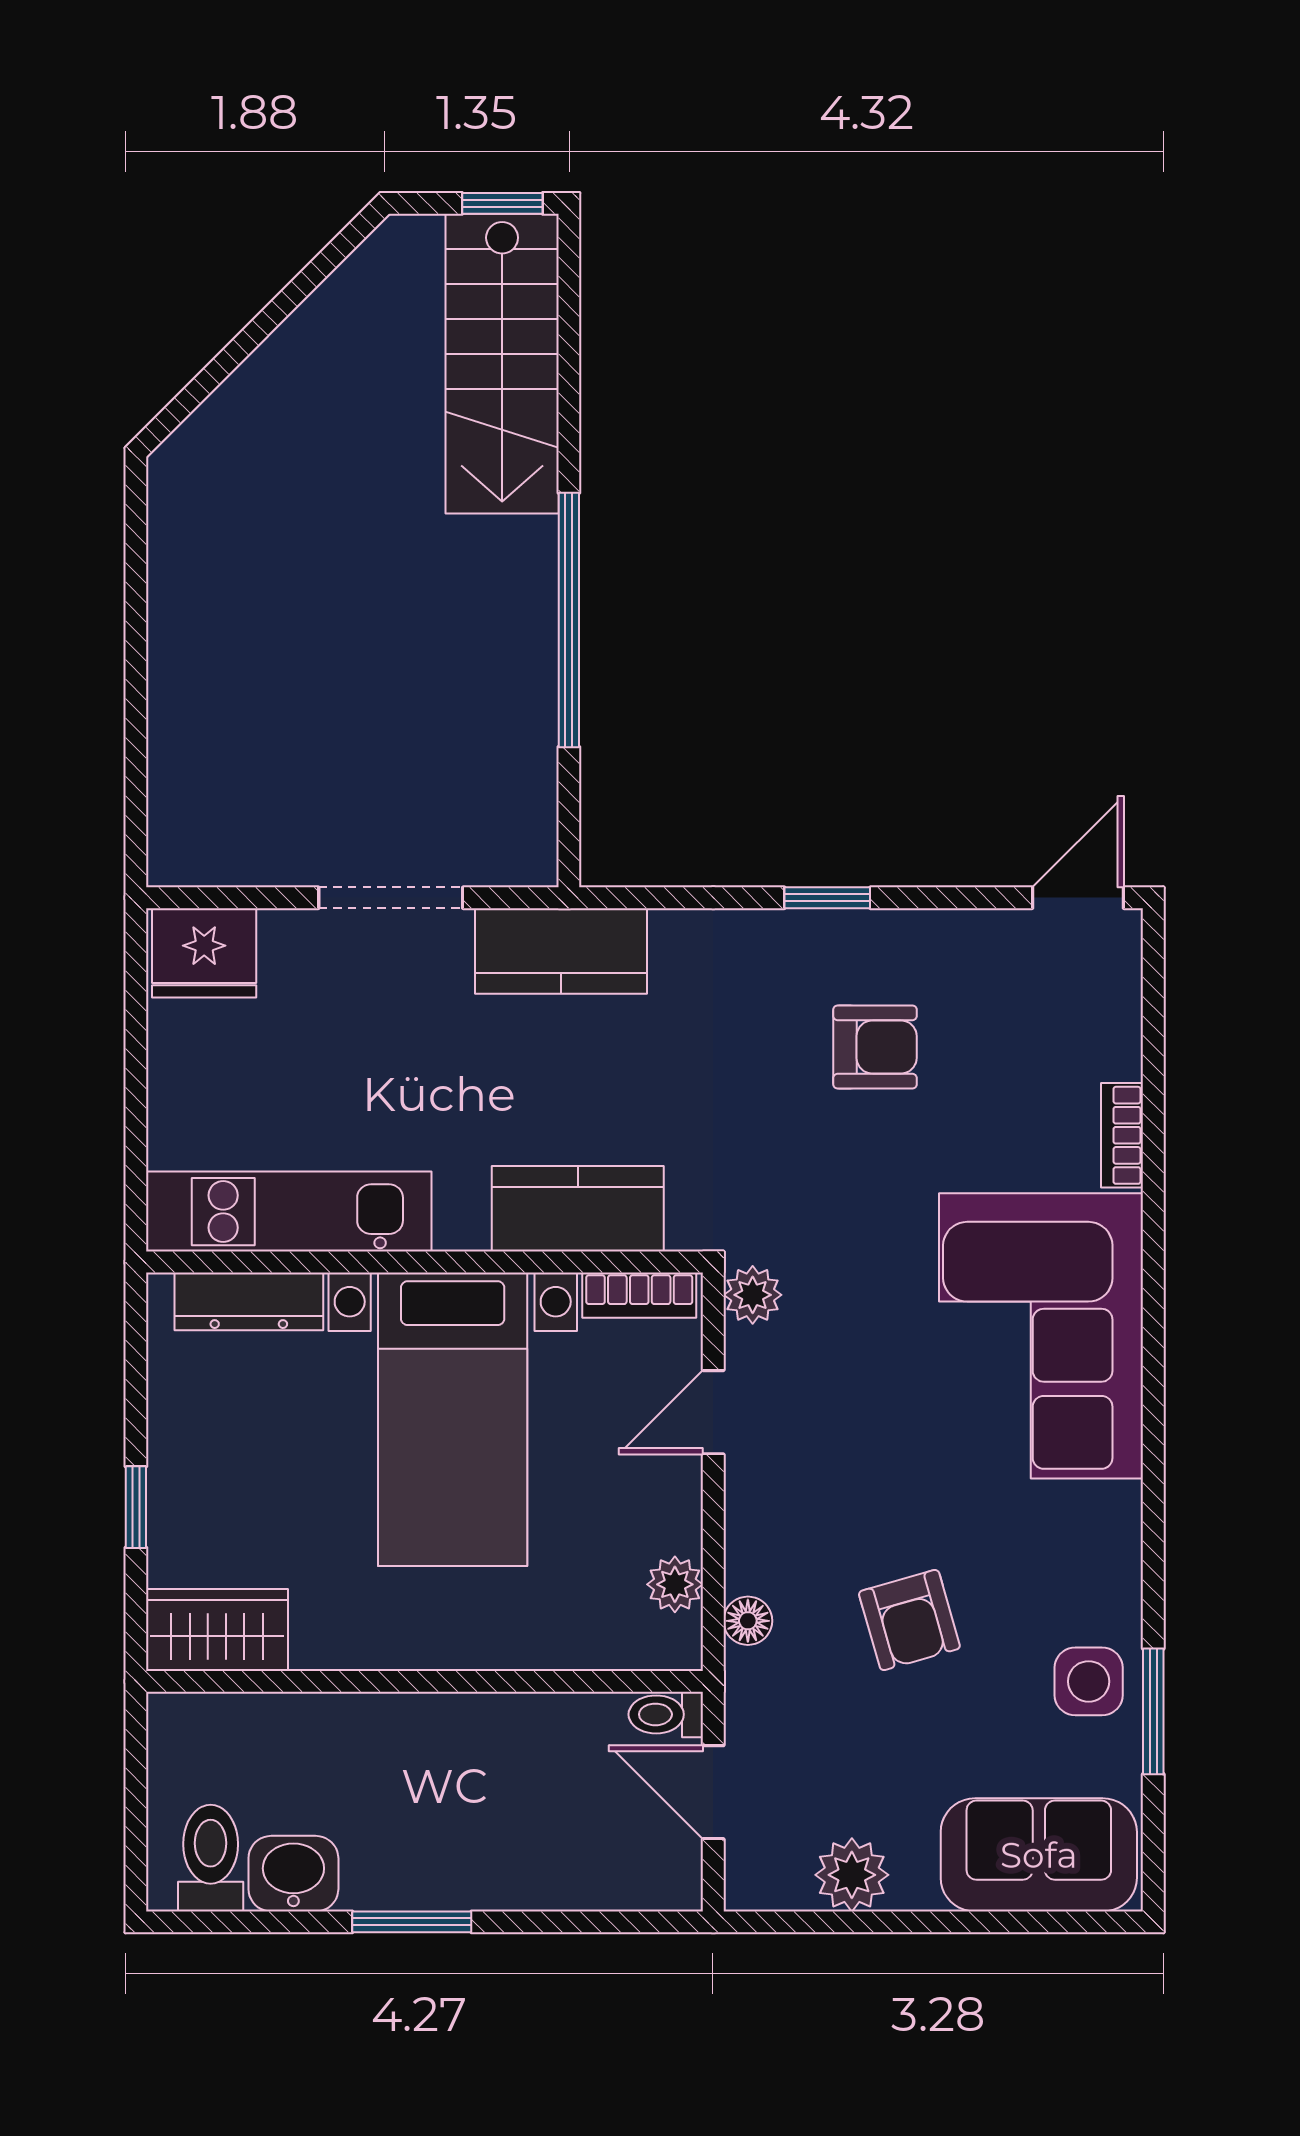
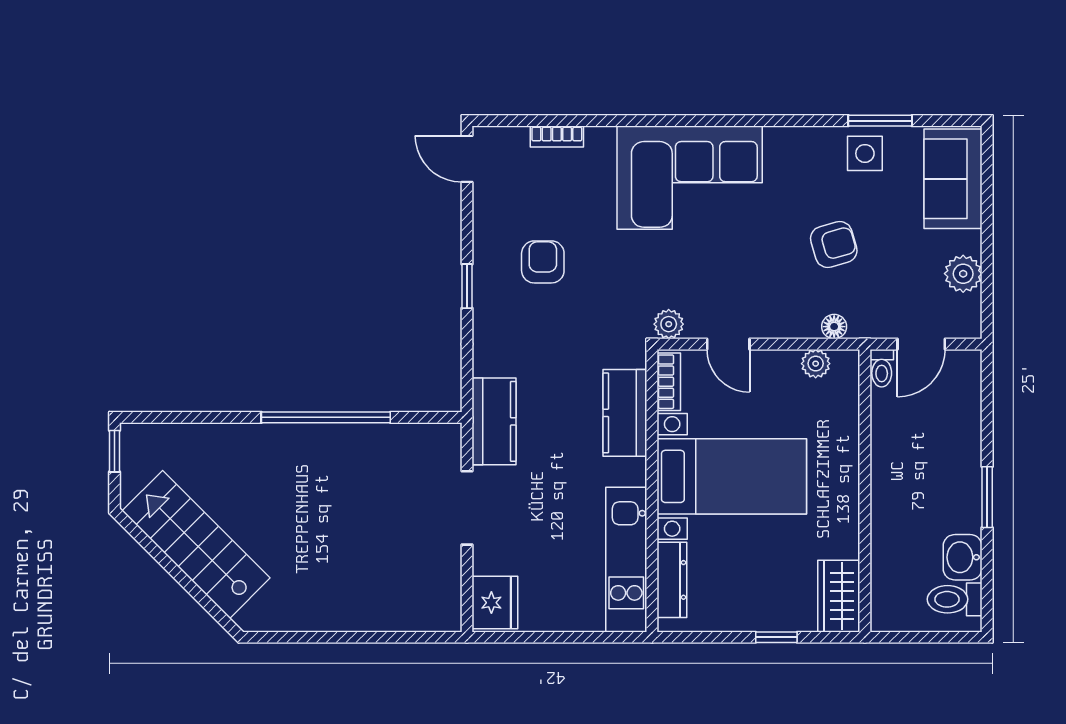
stairs: (502, 364) -> (196, 544), moved, turned -135
bookcase: (1122, 1135) -> (557, 137), moved

